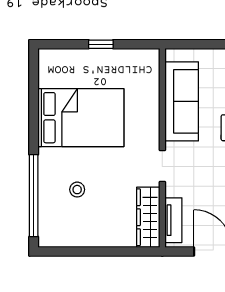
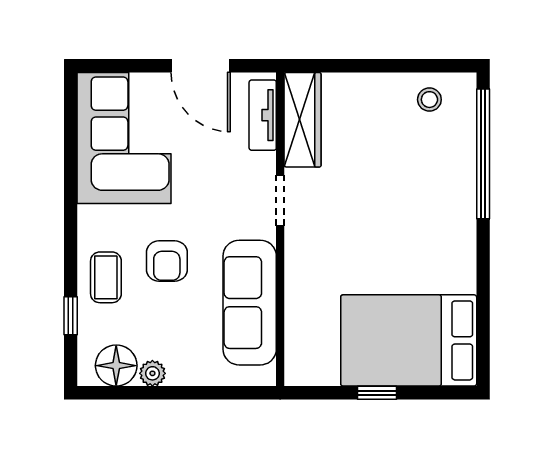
bed: (81, 118) -> (409, 340), moved
stool: (77, 190) -> (429, 100), moved

